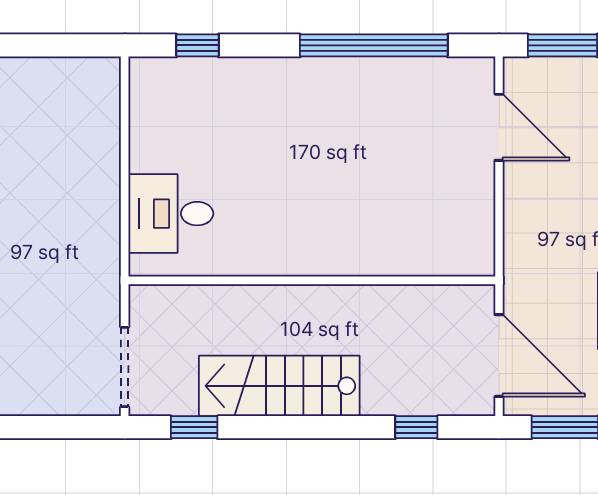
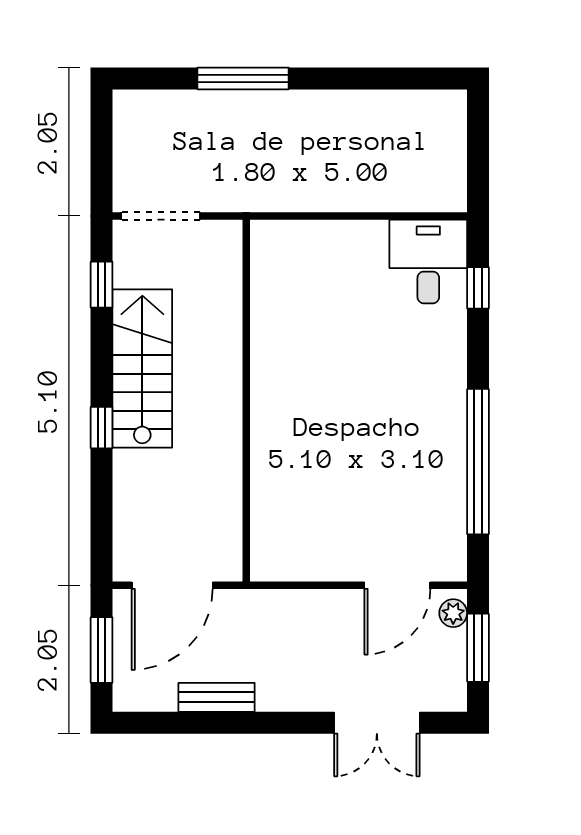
plant: (527, 71) -> (453, 613), added
desk: (171, 214) -> (428, 261), moved
window: (416, 427) -> (102, 428), moved

